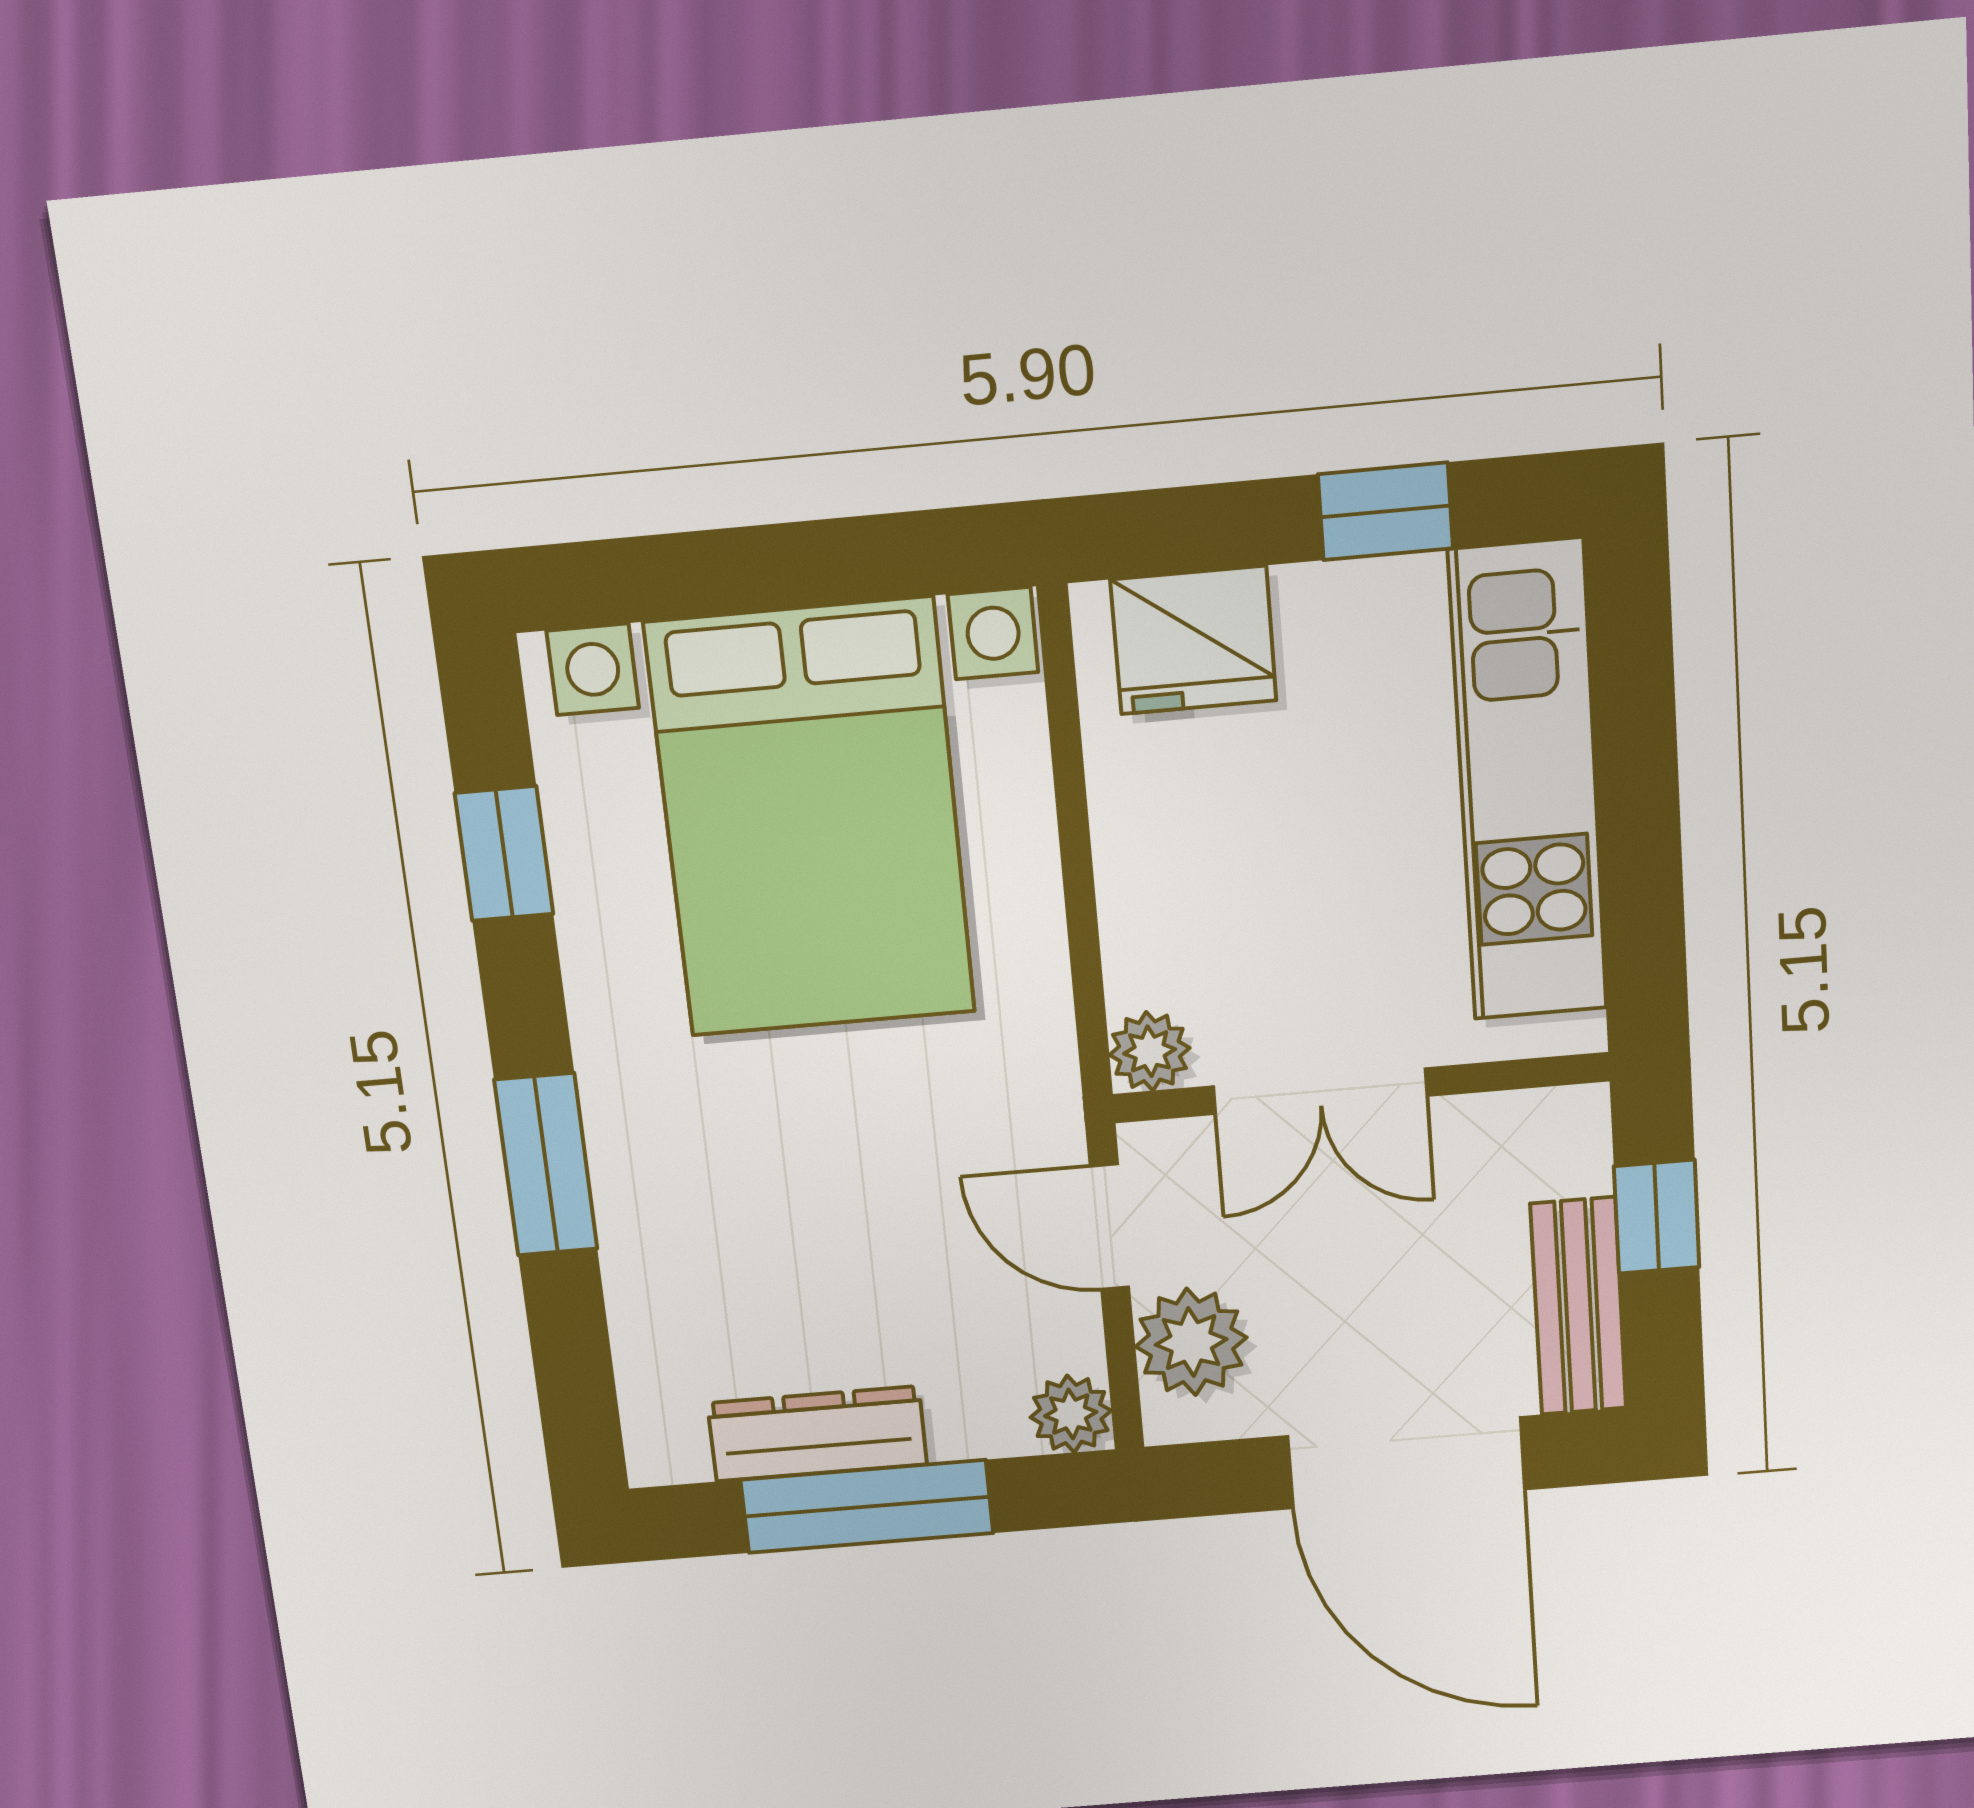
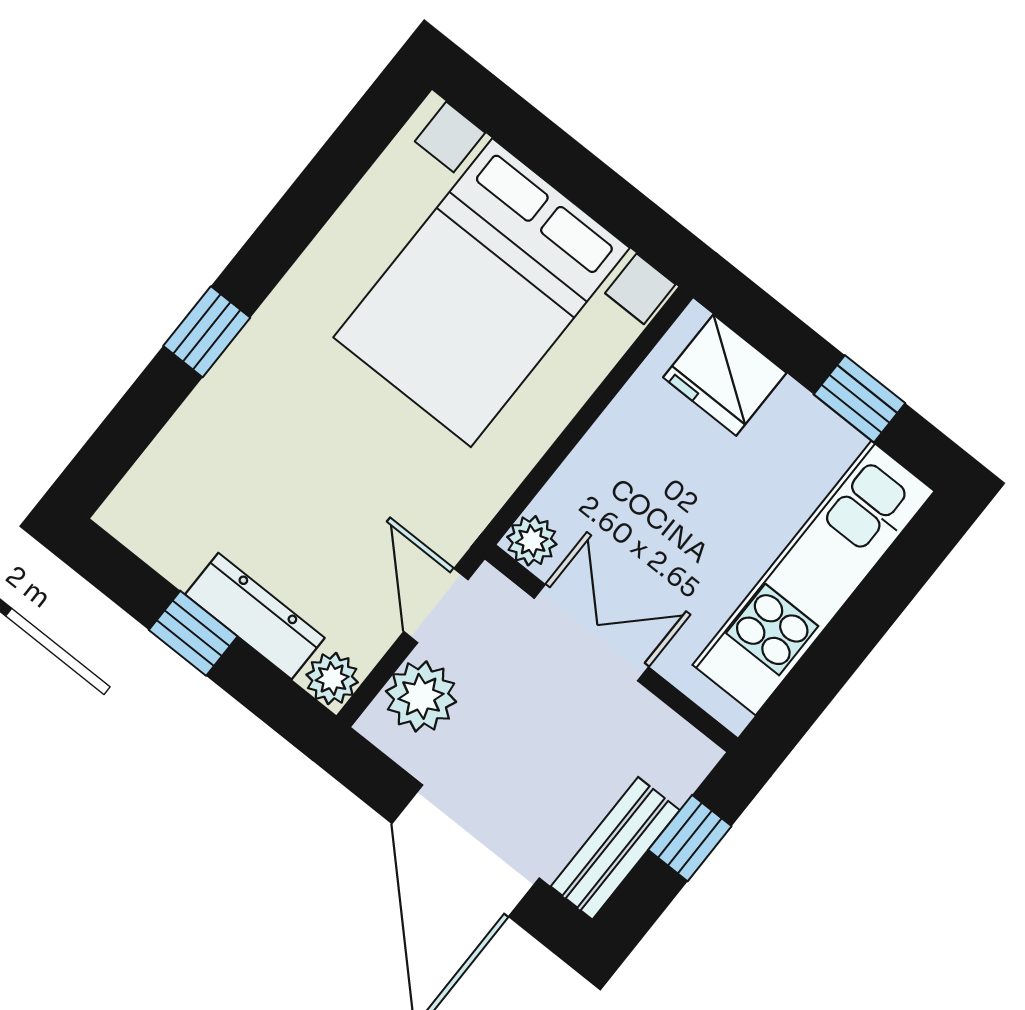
window: (504, 854) -> (330, 177), removed
double door: (1320, 1091) -> (591, 633), swing flipped
window: (546, 1165) -> (207, 332), width x0.67
dresser: (817, 1434) -> (255, 616), moved
window: (867, 1506) -> (193, 633), width x0.46

